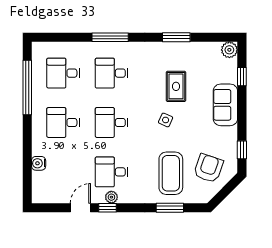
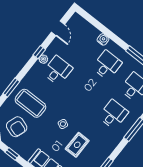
rug: (176, 86) -> (77, 145), turned 90
desk: (112, 122) -> (85, 92), removed
water cooler: (39, 163) -> (103, 39), moved
door: (80, 208) -> (58, 28), moved

